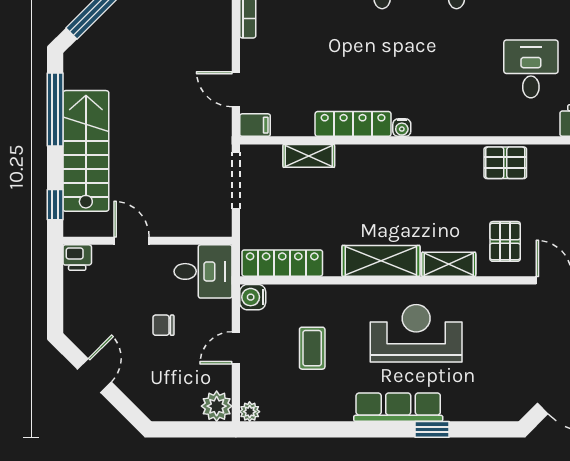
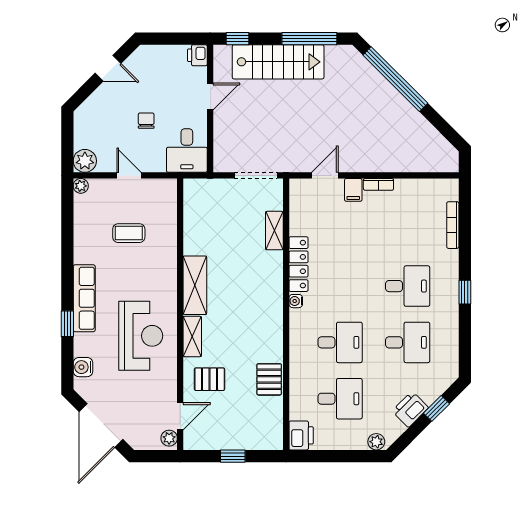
desk: (456, 69) -> (340, 342), added
filing cabinet: (255, 125) -> (353, 190), moved
locker: (282, 263) -> (193, 210), removed
water cooler: (253, 297) -> (83, 367), moved, turned -90
reception desk: (416, 333) -> (141, 336), moved

